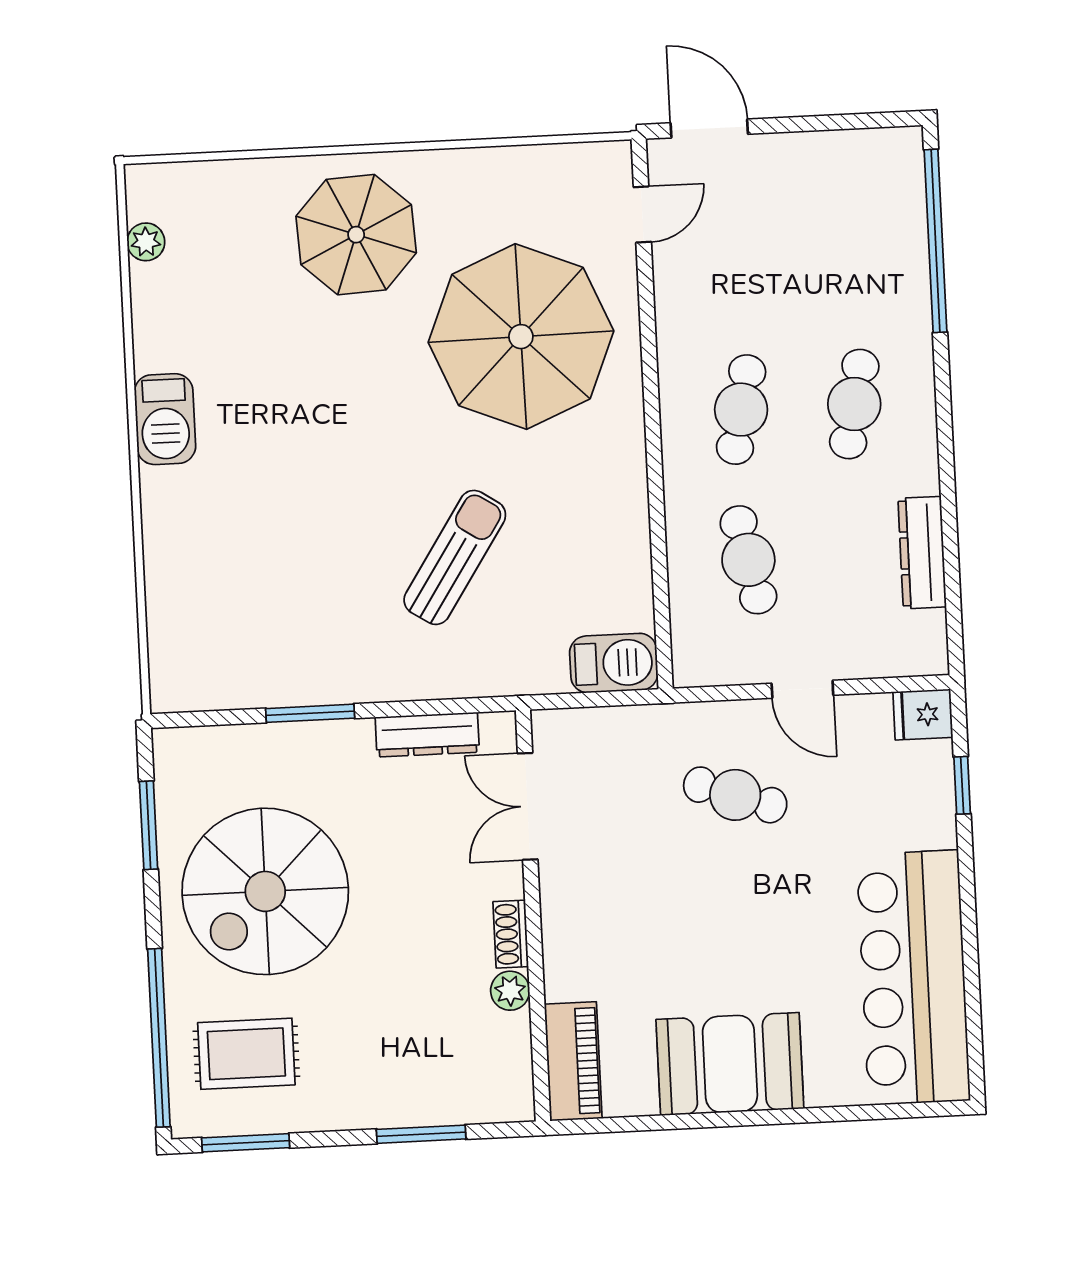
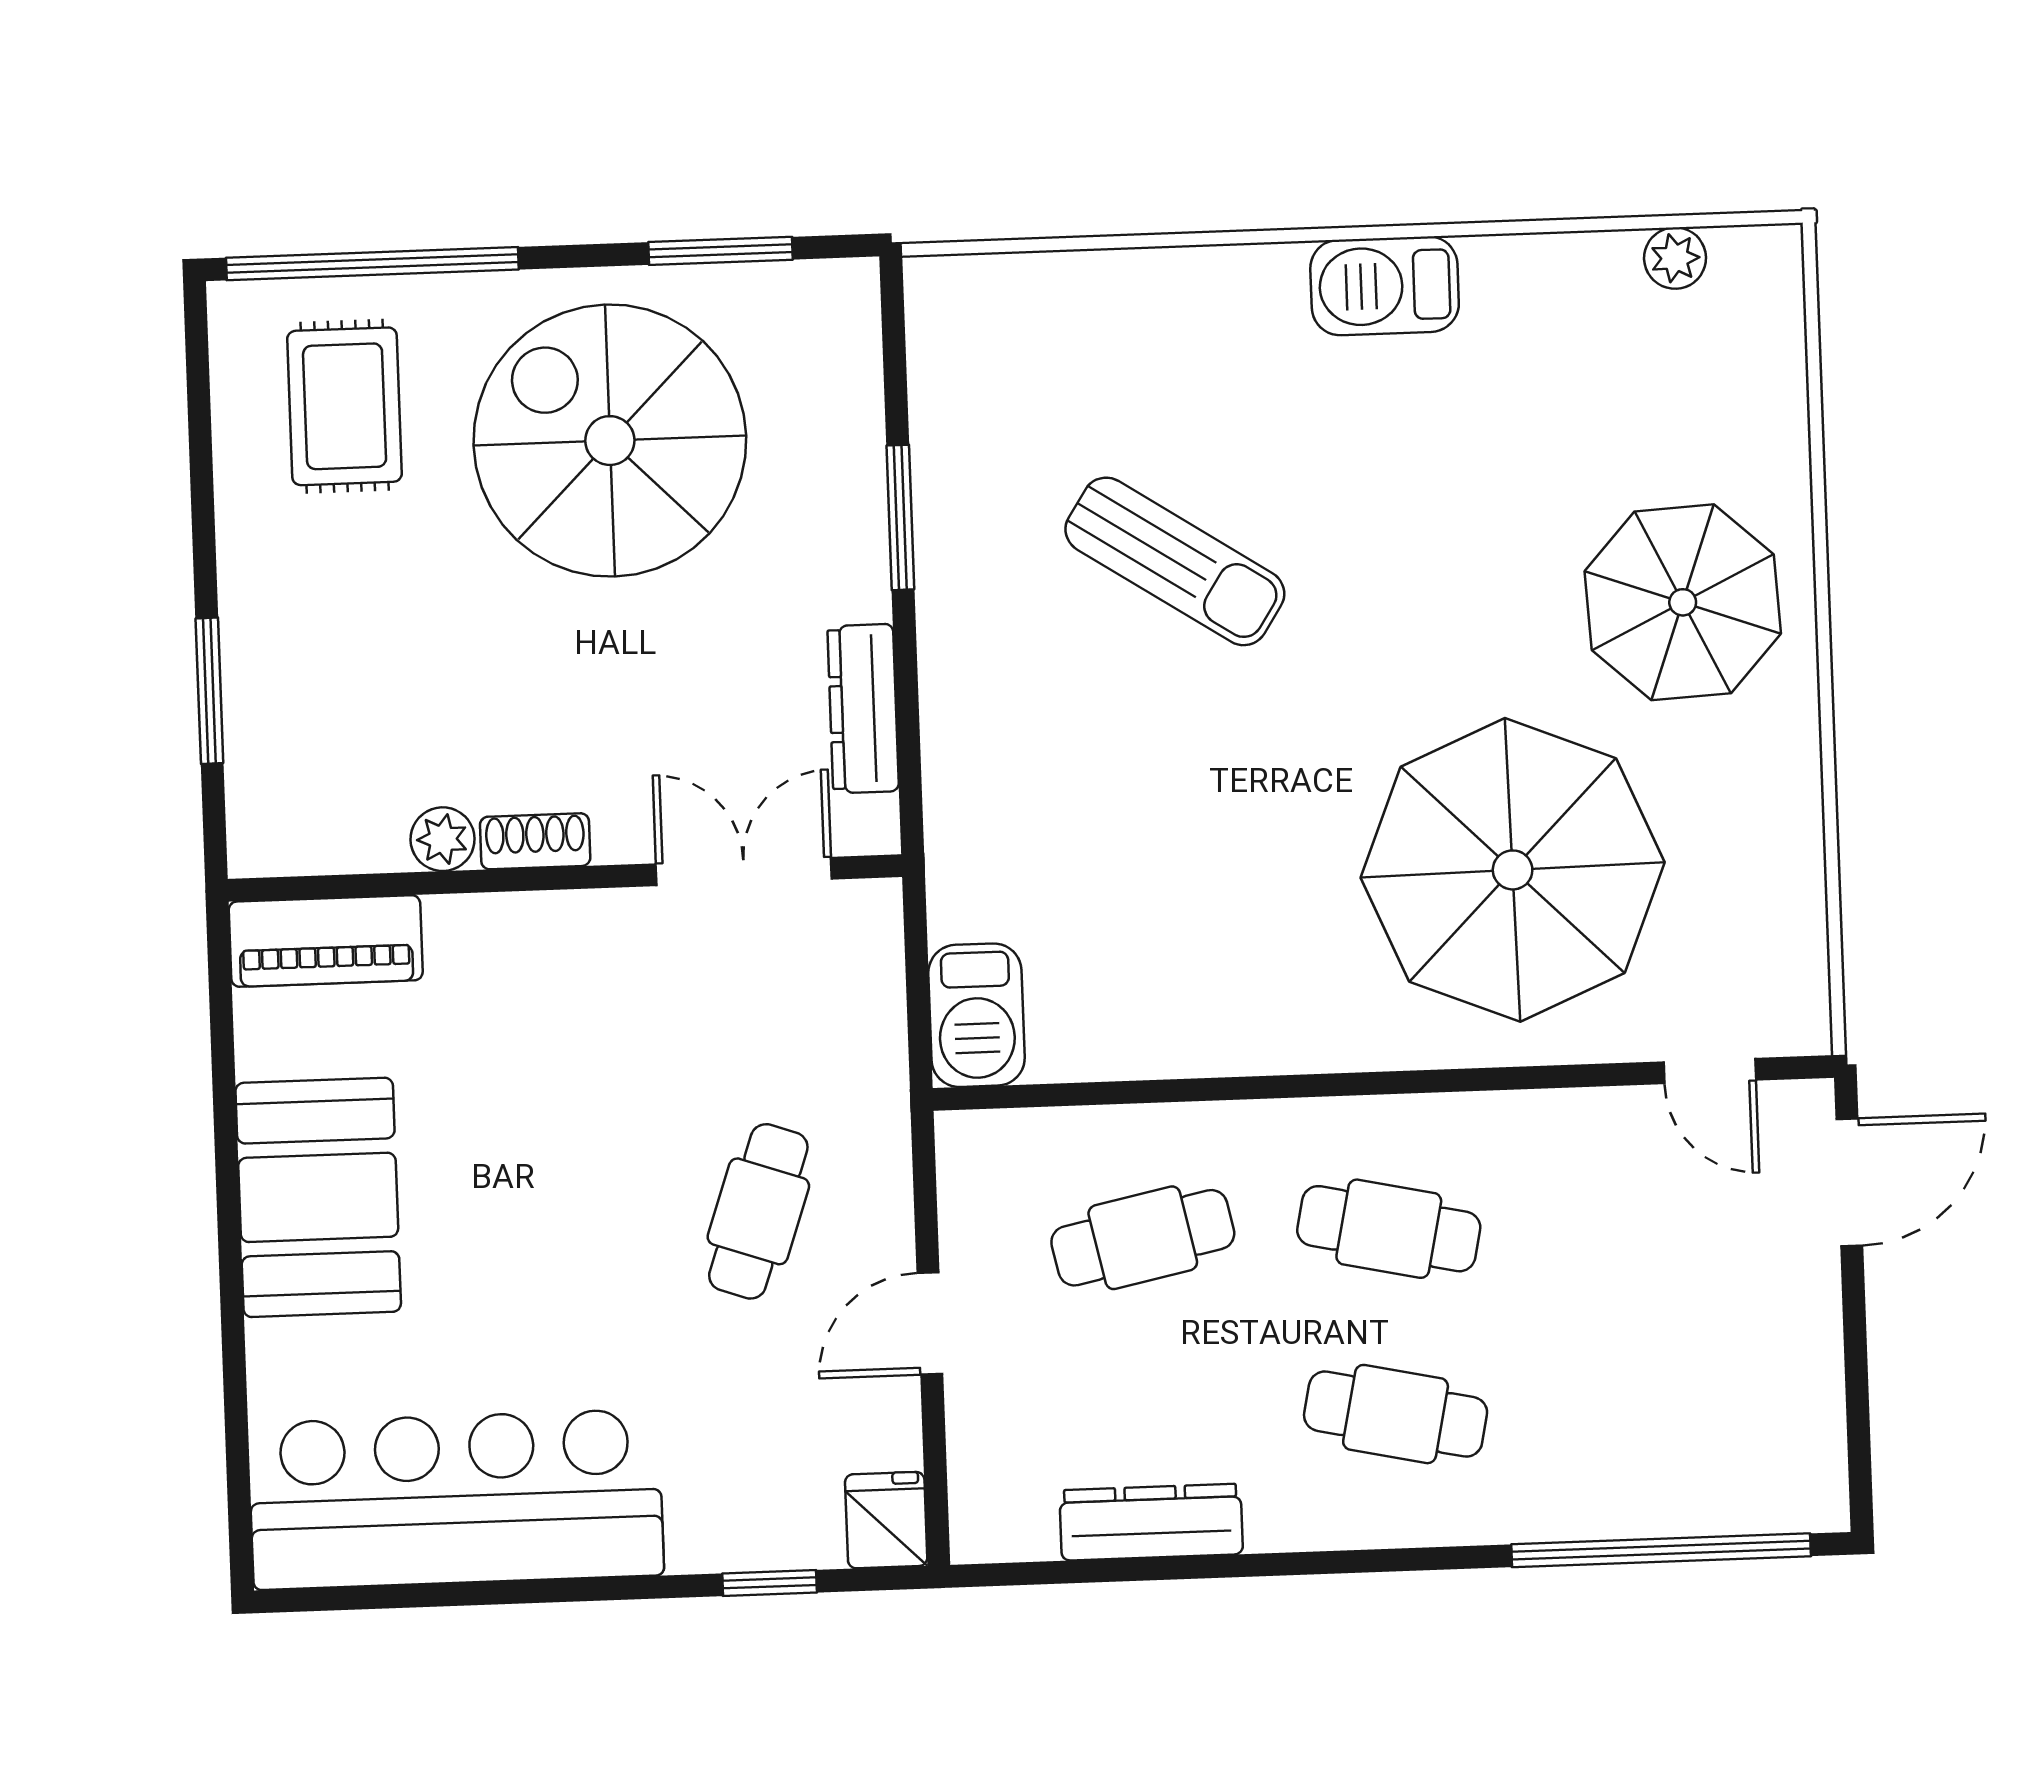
sun lounger: (455, 557) -> (1175, 561), moved
window: (246, 1143) -> (199, 403), removed

